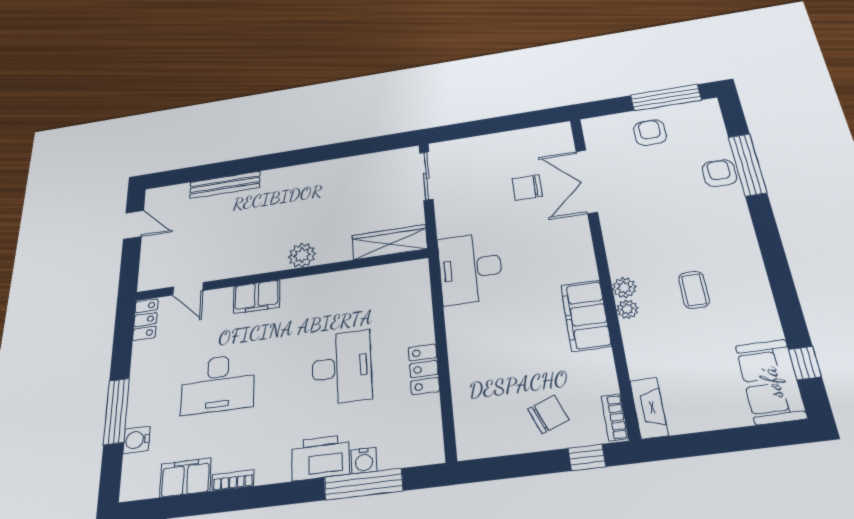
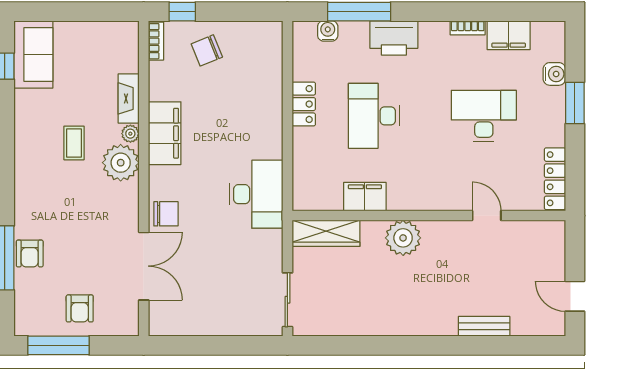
bench: (225, 185) -> (484, 326), width x0.73
chair: (527, 187) -> (166, 214), moved
plant: (302, 255) -> (403, 238), width x1.36, depth x1.36
plant: (624, 288) -> (121, 163), width x1.88, depth x1.88
door: (188, 289) -> (487, 216), moved
filing cabinet: (257, 297) -> (365, 197), moved
locker: (145, 319) -> (555, 179), width x1.53
fireplace: (649, 408) -> (129, 98), moved
window: (117, 411) -> (575, 103), width x0.69
water cooler: (364, 461) -> (328, 31), moved

